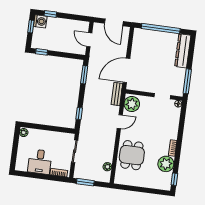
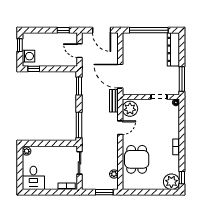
window: (50, 14) -> (63, 30), moved
washing machine: (40, 21) -> (28, 56), moved
door: (126, 70) -> (120, 76), hinge flipped
window: (79, 114) -> (79, 125), width x2.17
desk: (40, 162) -> (33, 178), moved
plant: (166, 164) -> (171, 182), moved
window: (85, 182) -> (104, 192), moved

